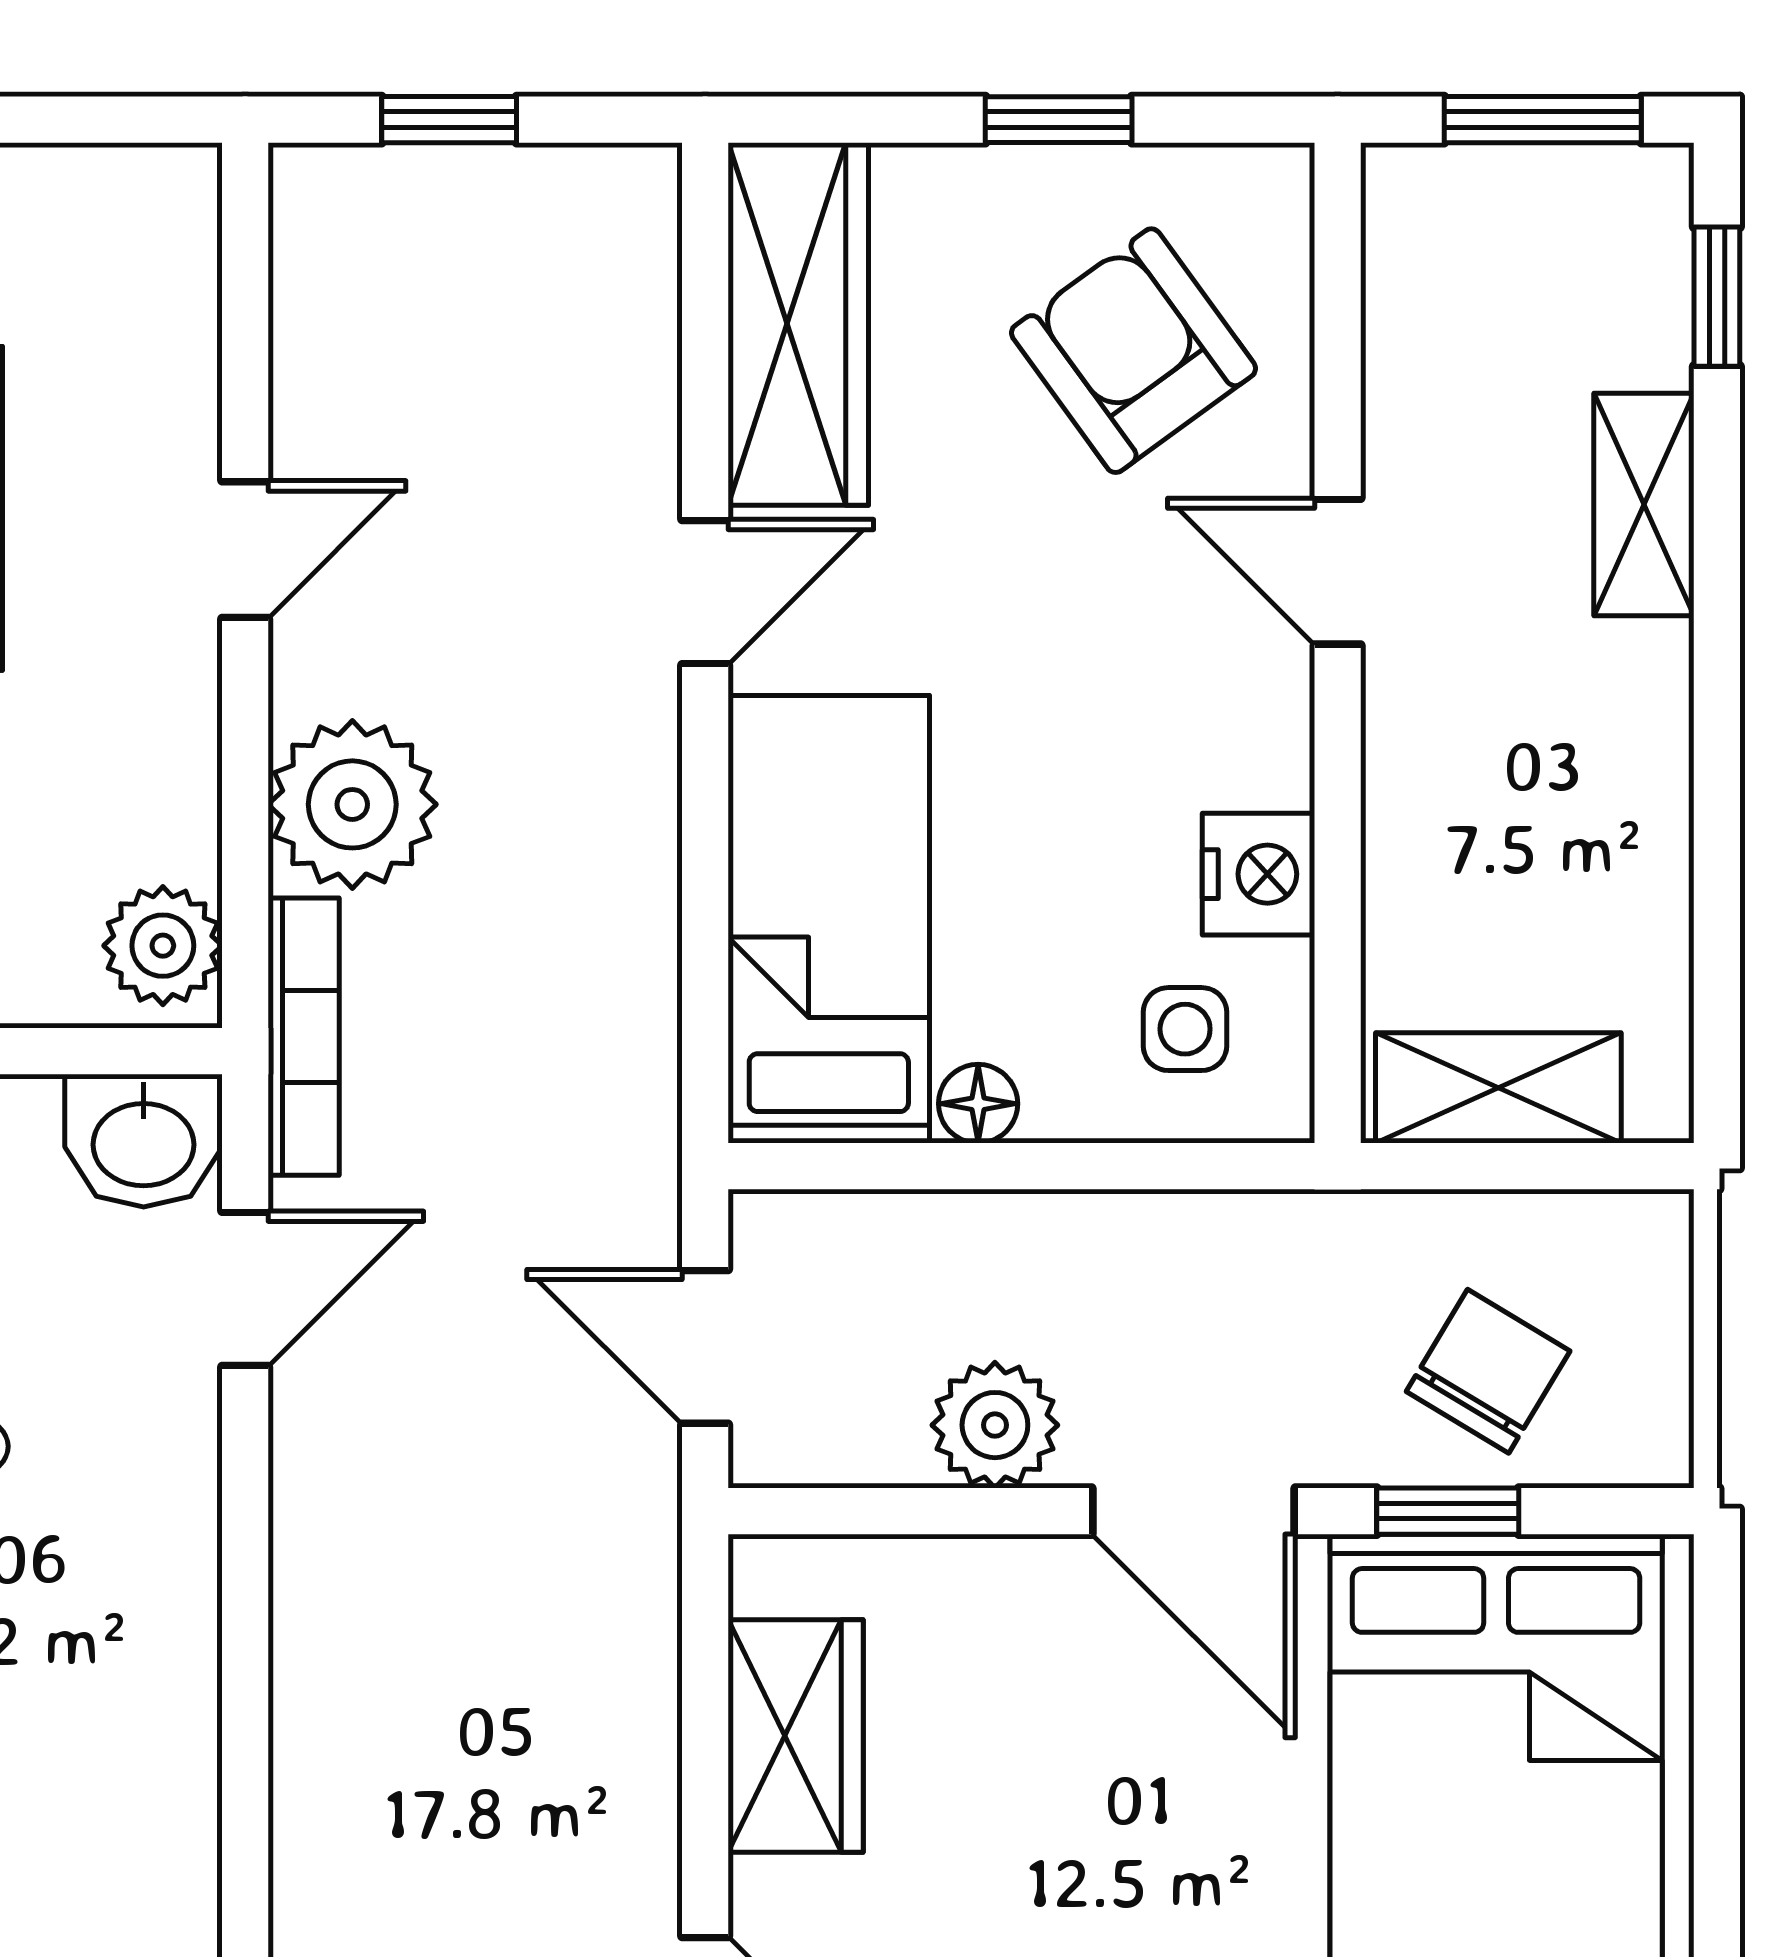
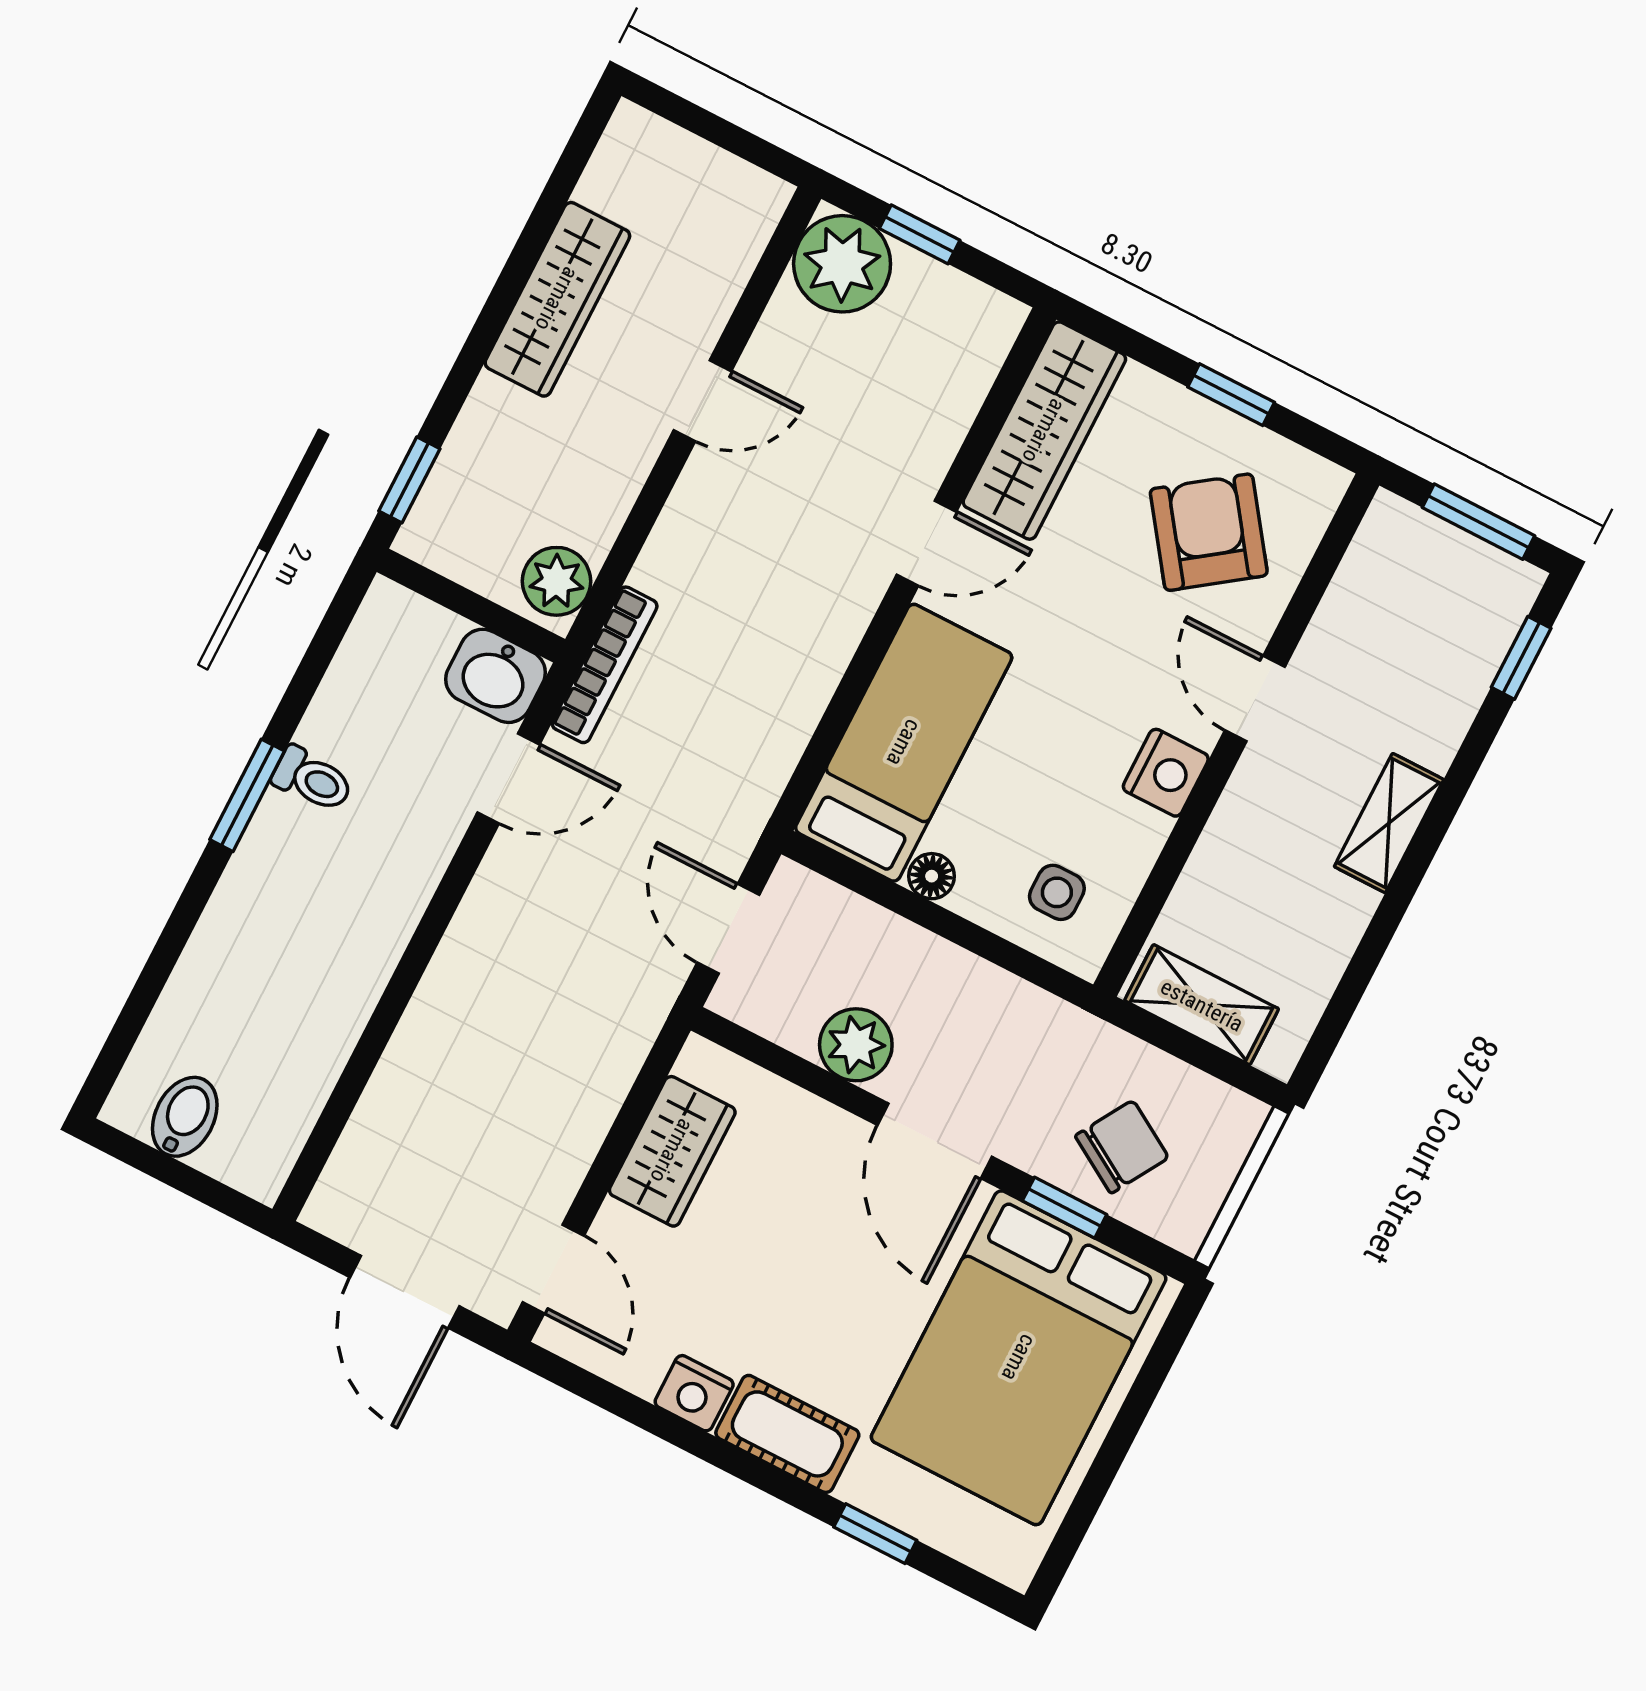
shelving: (1644, 505) -> (1389, 823), moved
plant: (352, 804) -> (842, 264), moved
nightstand: (1258, 874) -> (1166, 773), moved

